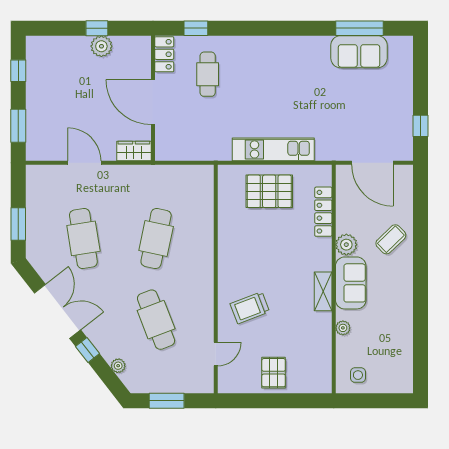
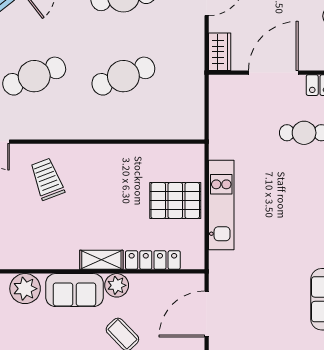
pallet: (269, 191) -> (175, 201), turned 90
cafe table: (156, 238) -> (123, 76), turned -33
shelving: (323, 291) -> (101, 260), moved
plant: (343, 328) -> (25, 289), width x1.88, depth x1.88

